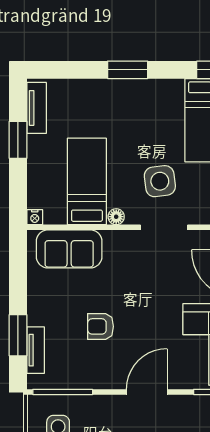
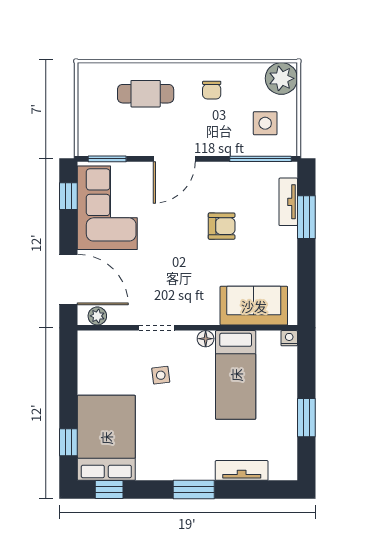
tv unit: (37, 108) -> (242, 470), moved, turned 90
side table: (160, 181) -> (161, 375), width x0.54, depth x0.54
doorway: (164, 227) -> (156, 328), width x0.73

